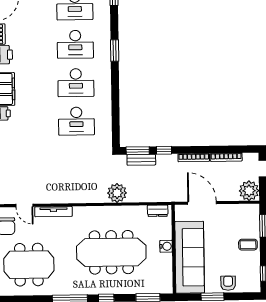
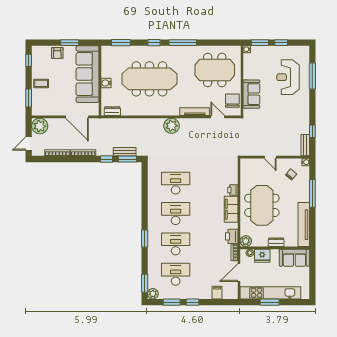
plant: (117, 193) -> (172, 126), moved

